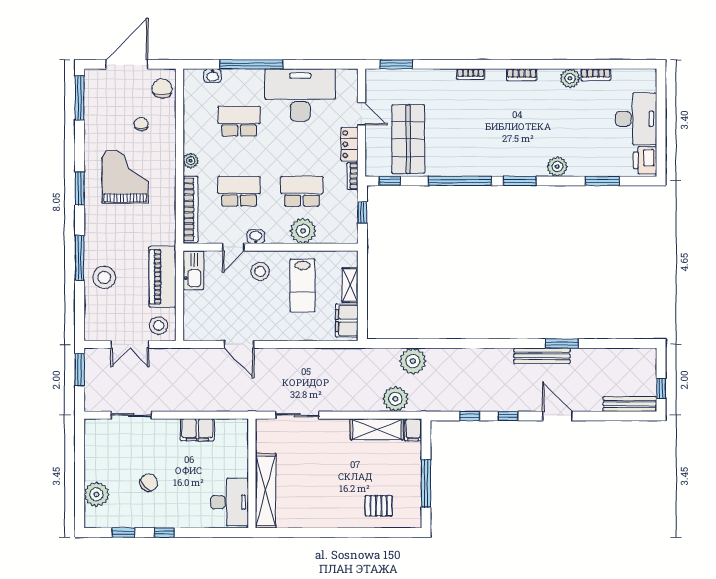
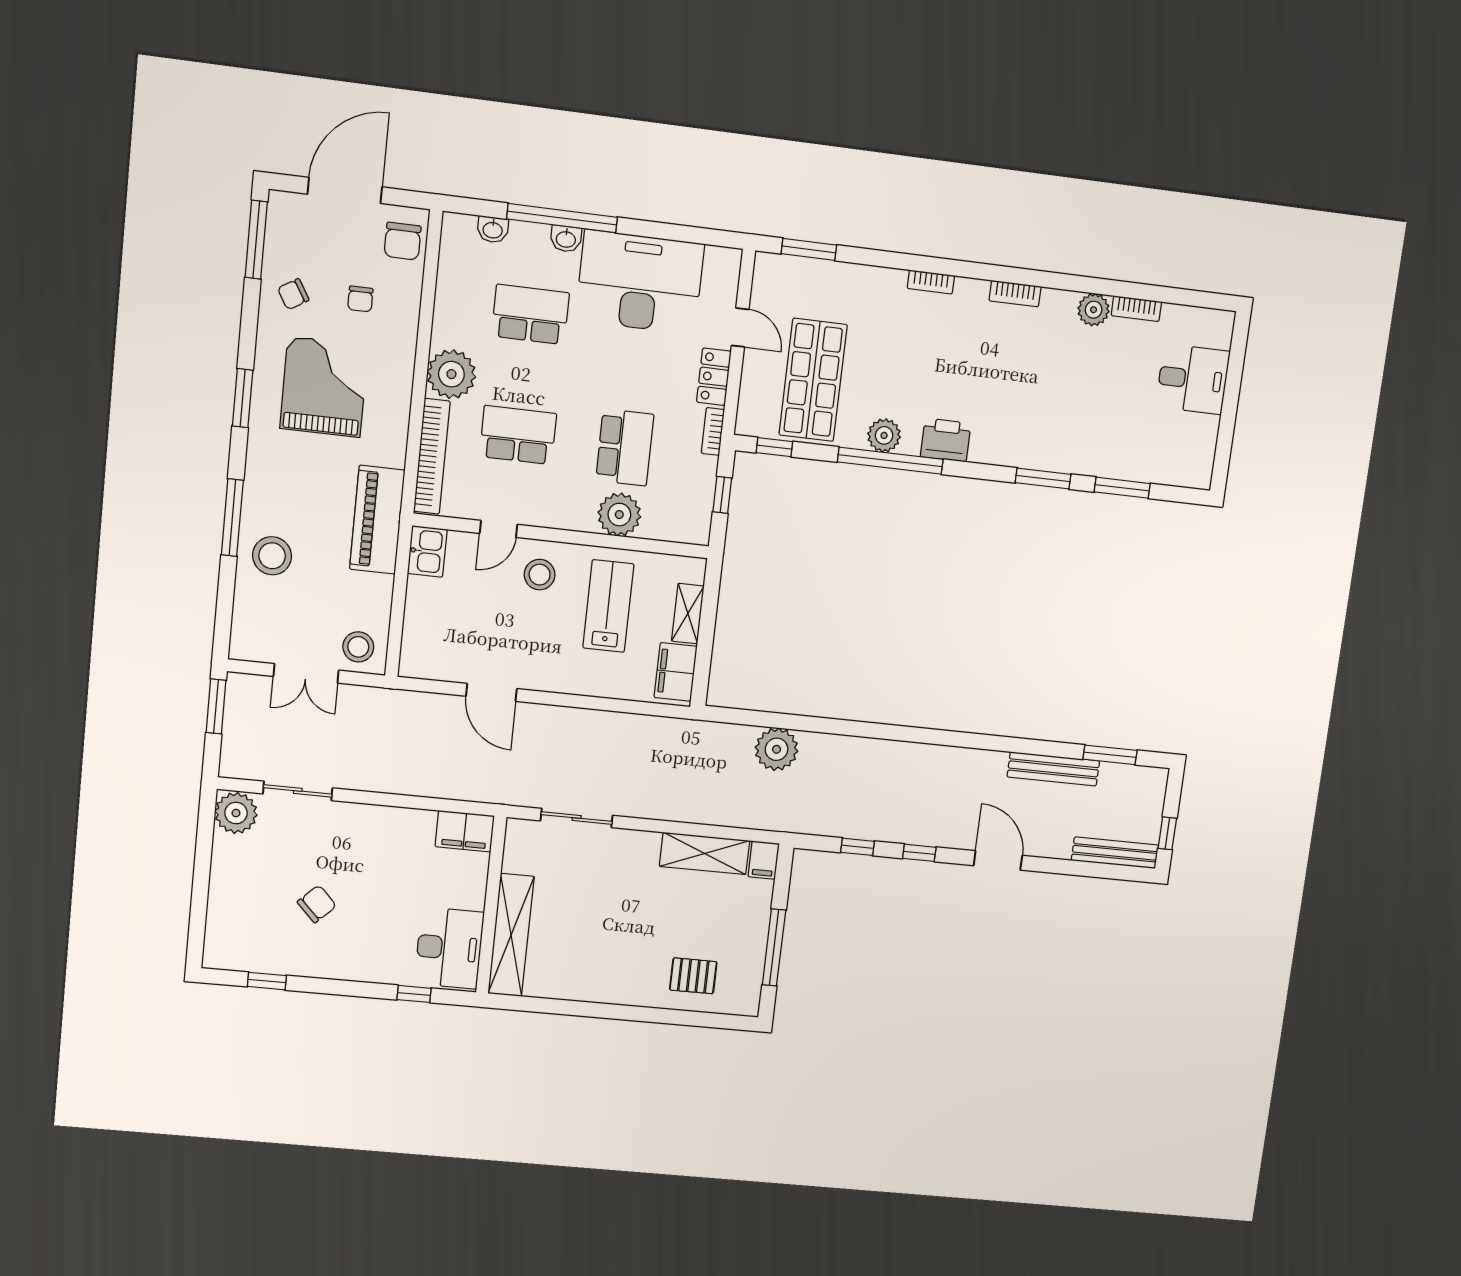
chair: (162, 89) -> (403, 241), turned 180
desk: (636, 119) -> (1193, 379), width x0.73
chair: (141, 124) -> (360, 299), turned 180
chair: (103, 126) -> (293, 294), added
printer: (645, 160) -> (946, 440), moved, turned 90
plant: (191, 161) -> (451, 374), width x1.88, depth x1.88
plant: (557, 167) -> (884, 435), moved
window: (520, 181) -> (1043, 479), moved
school desk: (302, 191) -> (625, 447), turned 90
washbasin: (256, 237) -> (566, 239), moved, turned 180
kitchen sink: (193, 270) -> (427, 551), width x0.73
piano: (163, 277) -> (377, 520), moved
lab bench: (303, 286) -> (608, 606), turned 180
window: (562, 344) -> (1110, 755), moved
bench: (542, 356) -> (1053, 769), moved
plant: (395, 399) -> (741, 808), removed
filing cabinet: (197, 430) -> (465, 831), moved
plant: (97, 494) -> (236, 813), moved
window: (164, 533) -> (414, 994), moved

